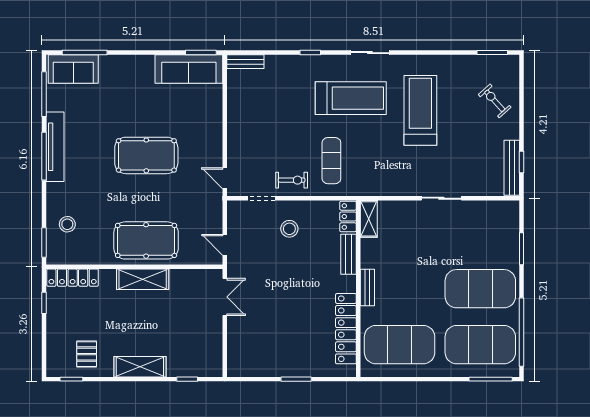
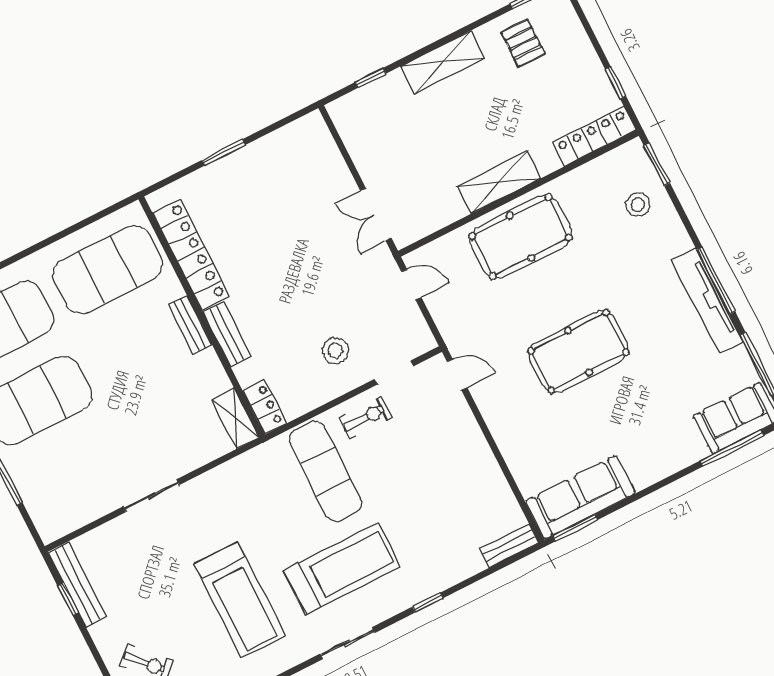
treadmill: (351, 98) -> (342, 569), turned 180
exercise mat: (331, 161) -> (325, 471), width x1.36, depth x1.45
exercise bike: (292, 180) -> (366, 418), turned 180
bench: (349, 254) -> (227, 334), moved

